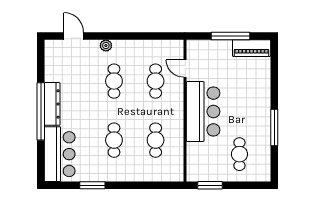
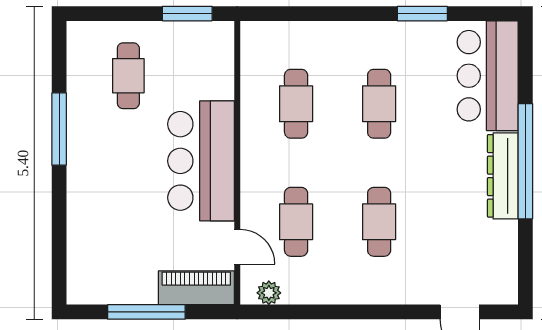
plant: (106, 46) -> (269, 293), moved
piano: (252, 48) -> (196, 288), moved

